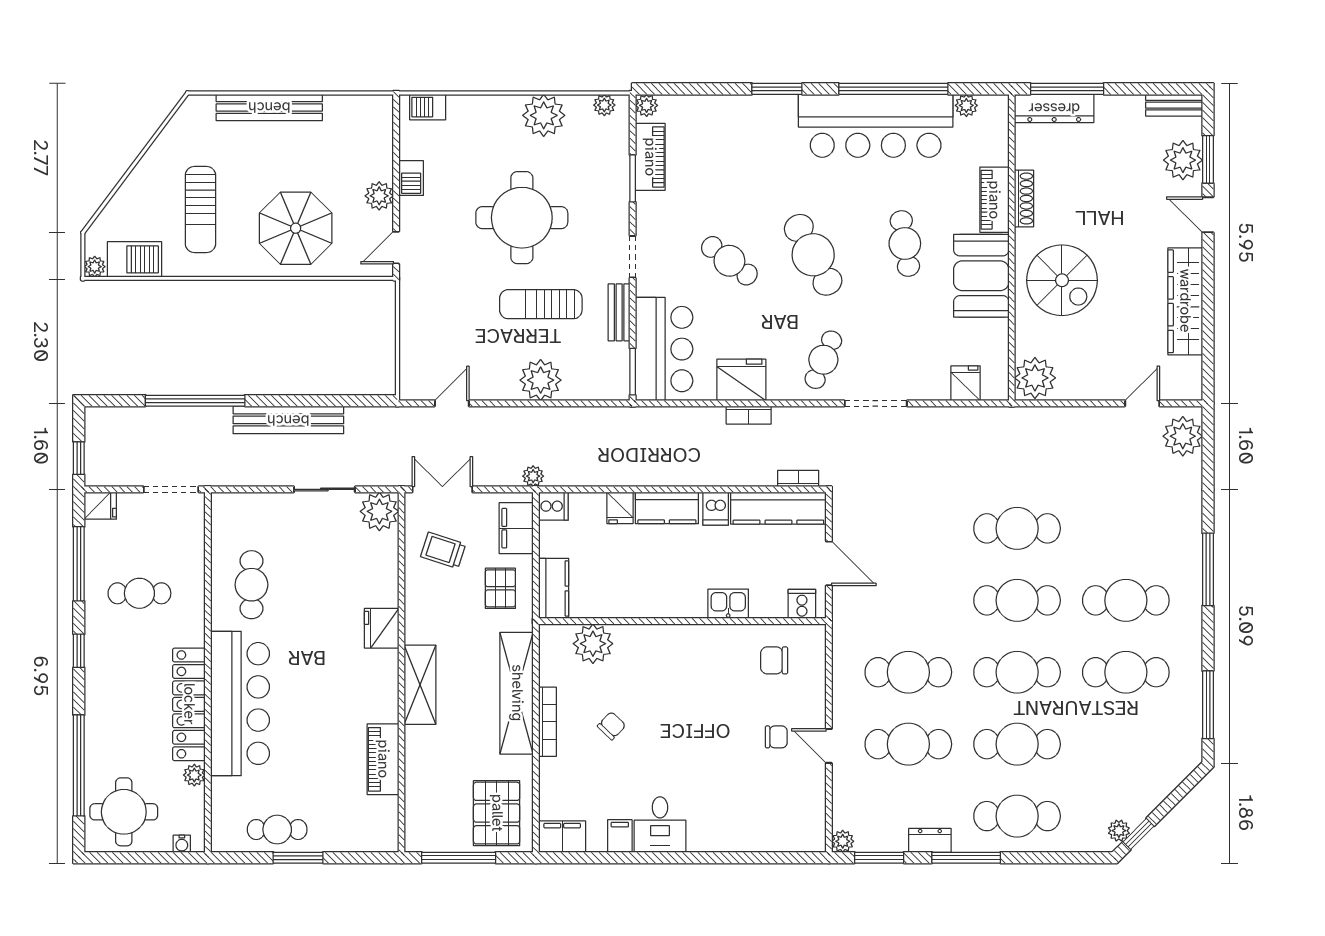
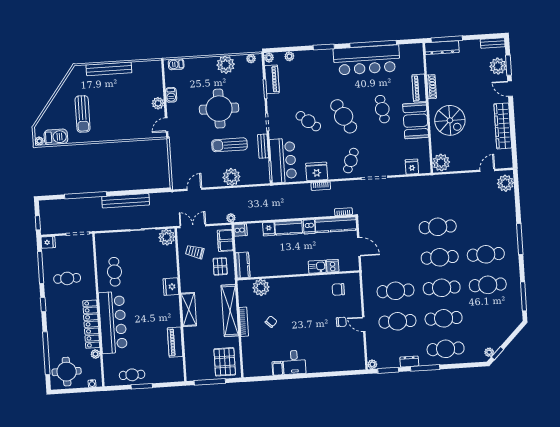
plant: (966, 105) -> (289, 56), moved
parasol: (296, 228) -> (123, 119), removed
cooker: (802, 604) -> (333, 266), moved
filing cabinet: (562, 837) -> (253, 370), removed

